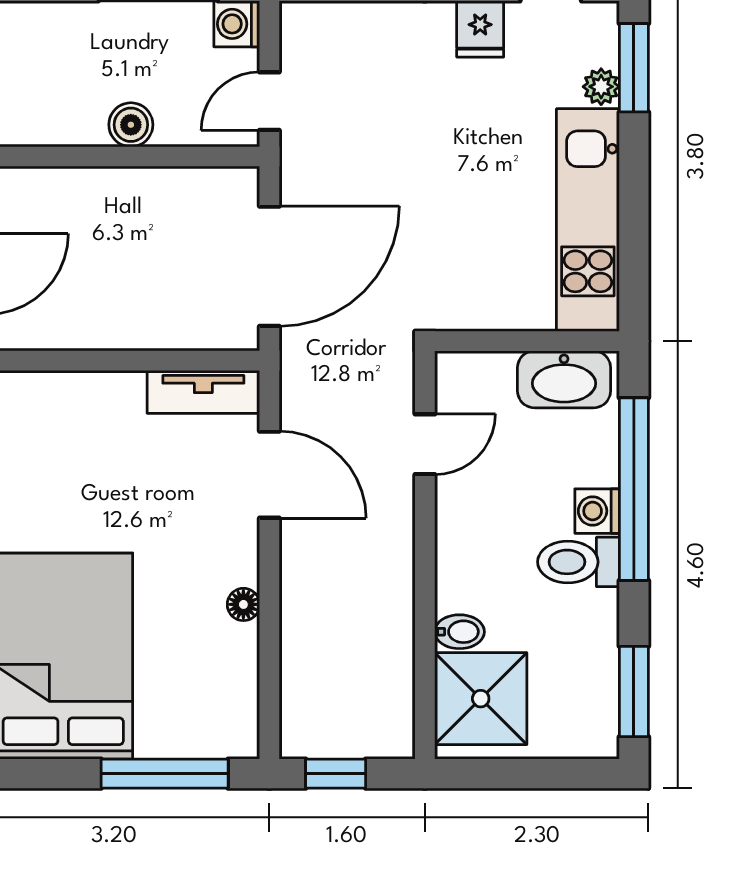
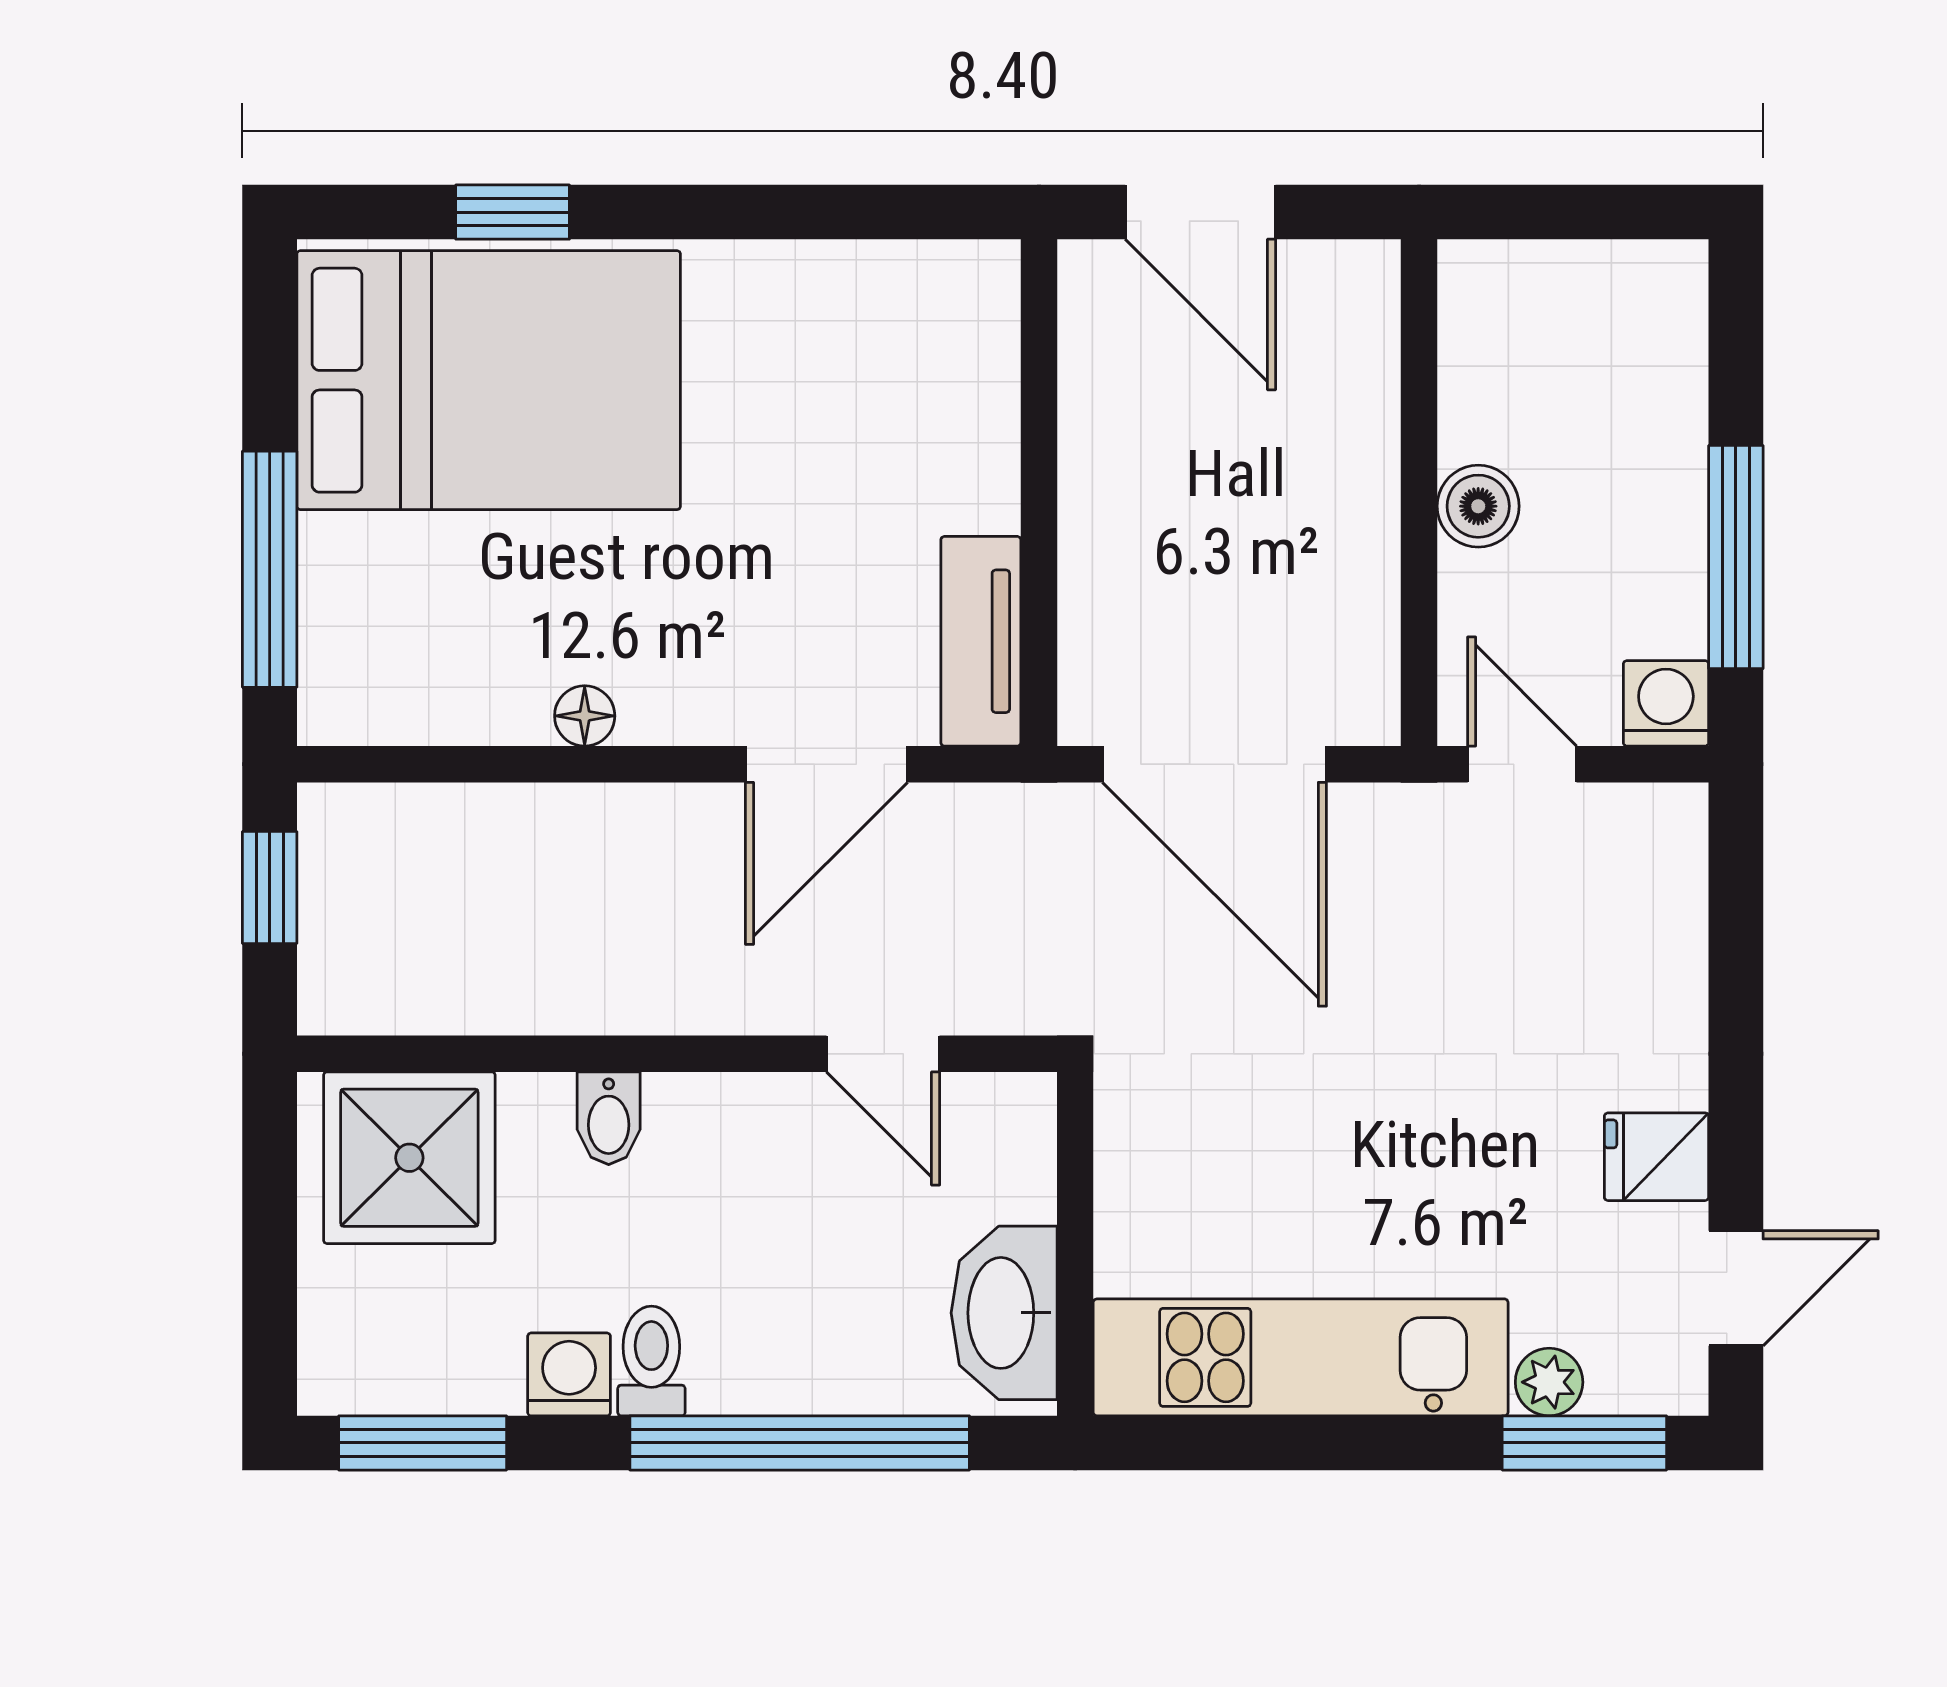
washing machine: (597, 511) -> (569, 1374), moved
toilet: (578, 562) -> (651, 1361), width x0.73, depth x0.72
bidet: (459, 632) -> (609, 1118), moved

